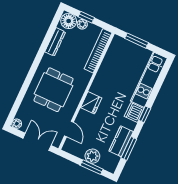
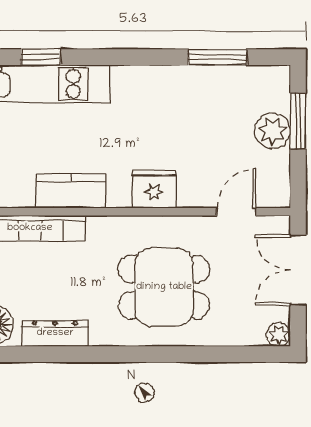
dishwasher: (134, 112) -> (131, 83), removed
window: (145, 114) -> (41, 57), moved
kitchen counter: (121, 141) -> (71, 191), moved, turned 180

